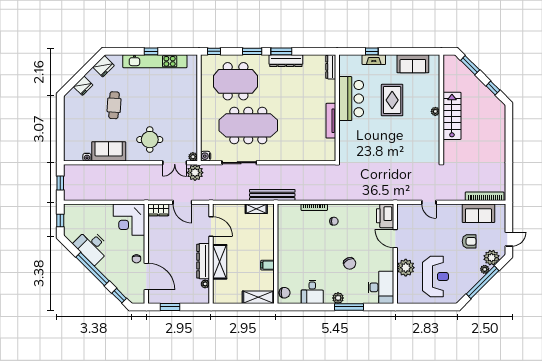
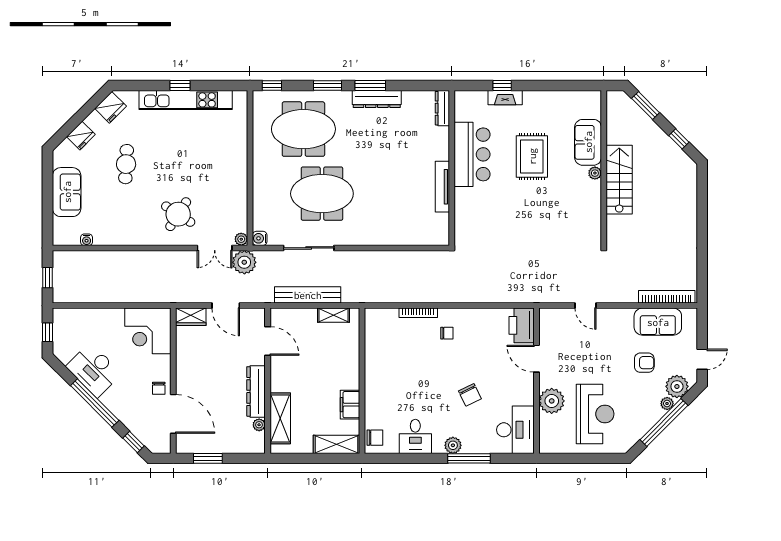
sofa: (413, 64) -> (588, 142), moved, turned 90
meeting table: (248, 125) -> (322, 194), width x0.73
round table: (150, 140) -> (178, 214), turned 33
sofa: (109, 151) -> (67, 192), moved, turned 90
bench: (272, 195) -> (308, 295), moved
shelving: (220, 262) -> (280, 418), moved
filing cabinet: (268, 265) -> (350, 405), width x2.00

